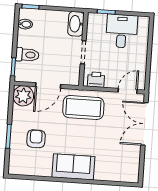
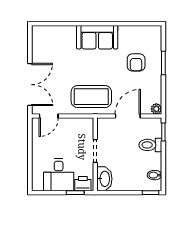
printer: (96, 80) -> (83, 184), moved, turned 180
plant: (23, 96) -> (156, 109), width x0.53, depth x0.53

